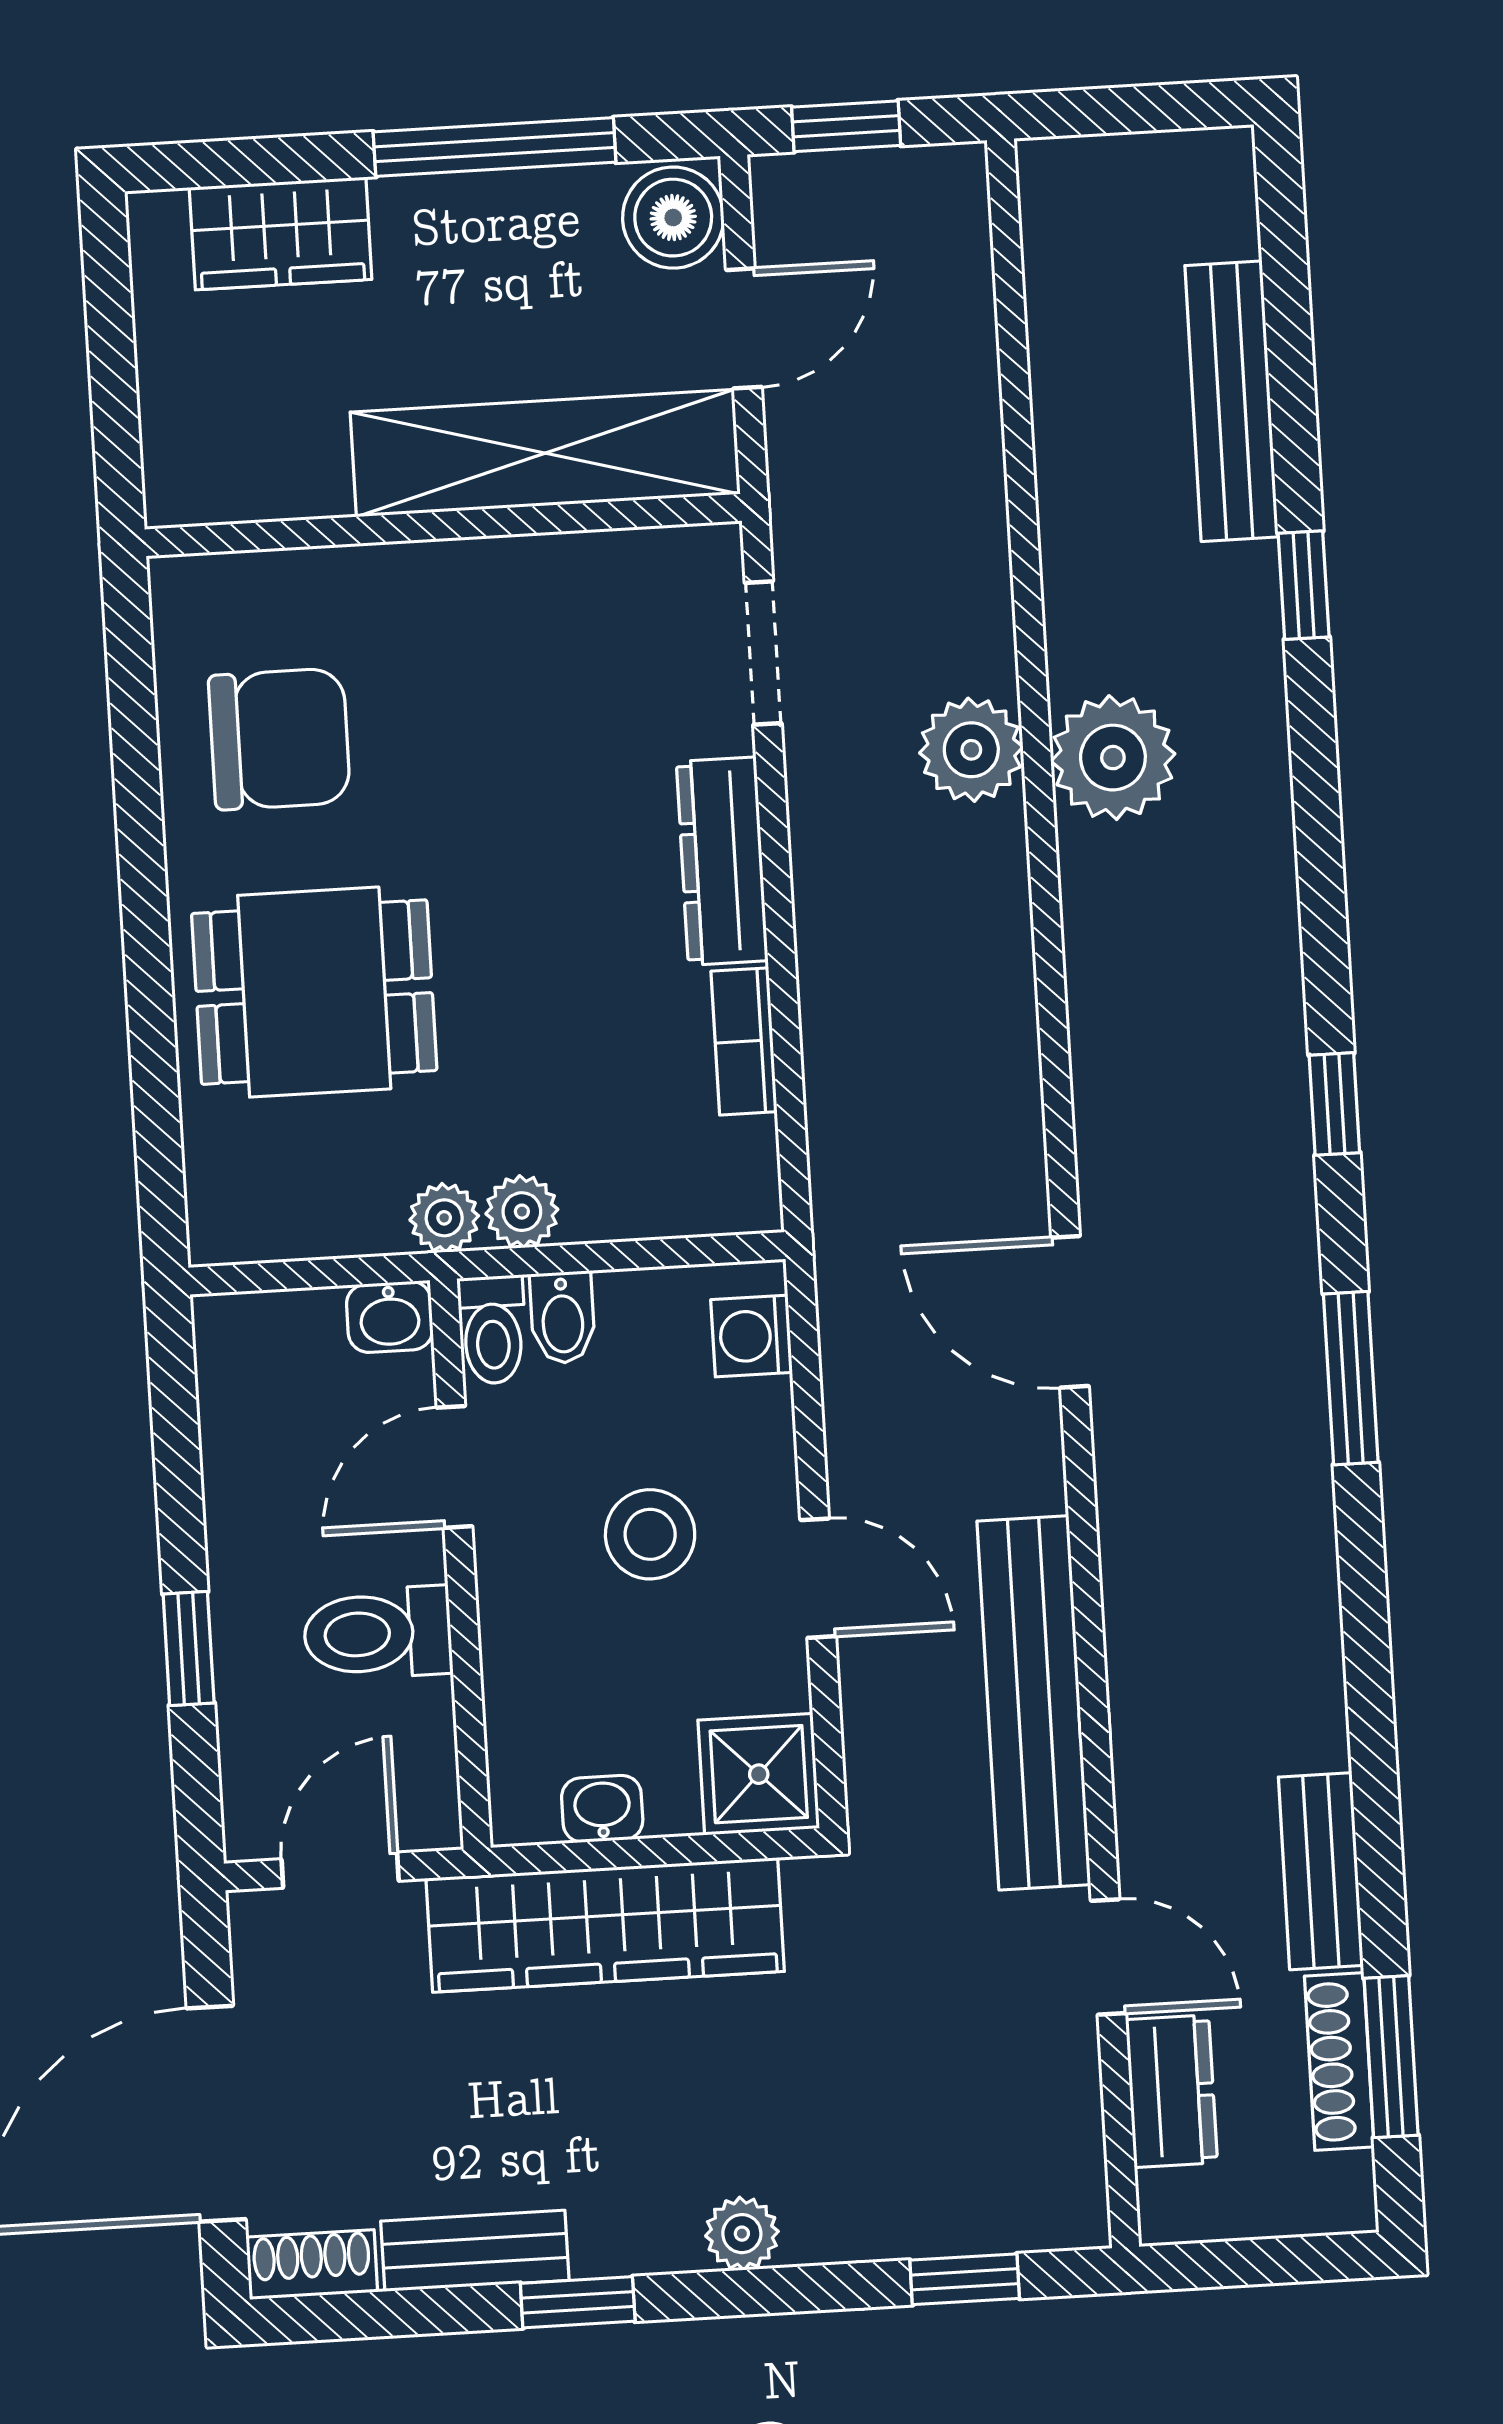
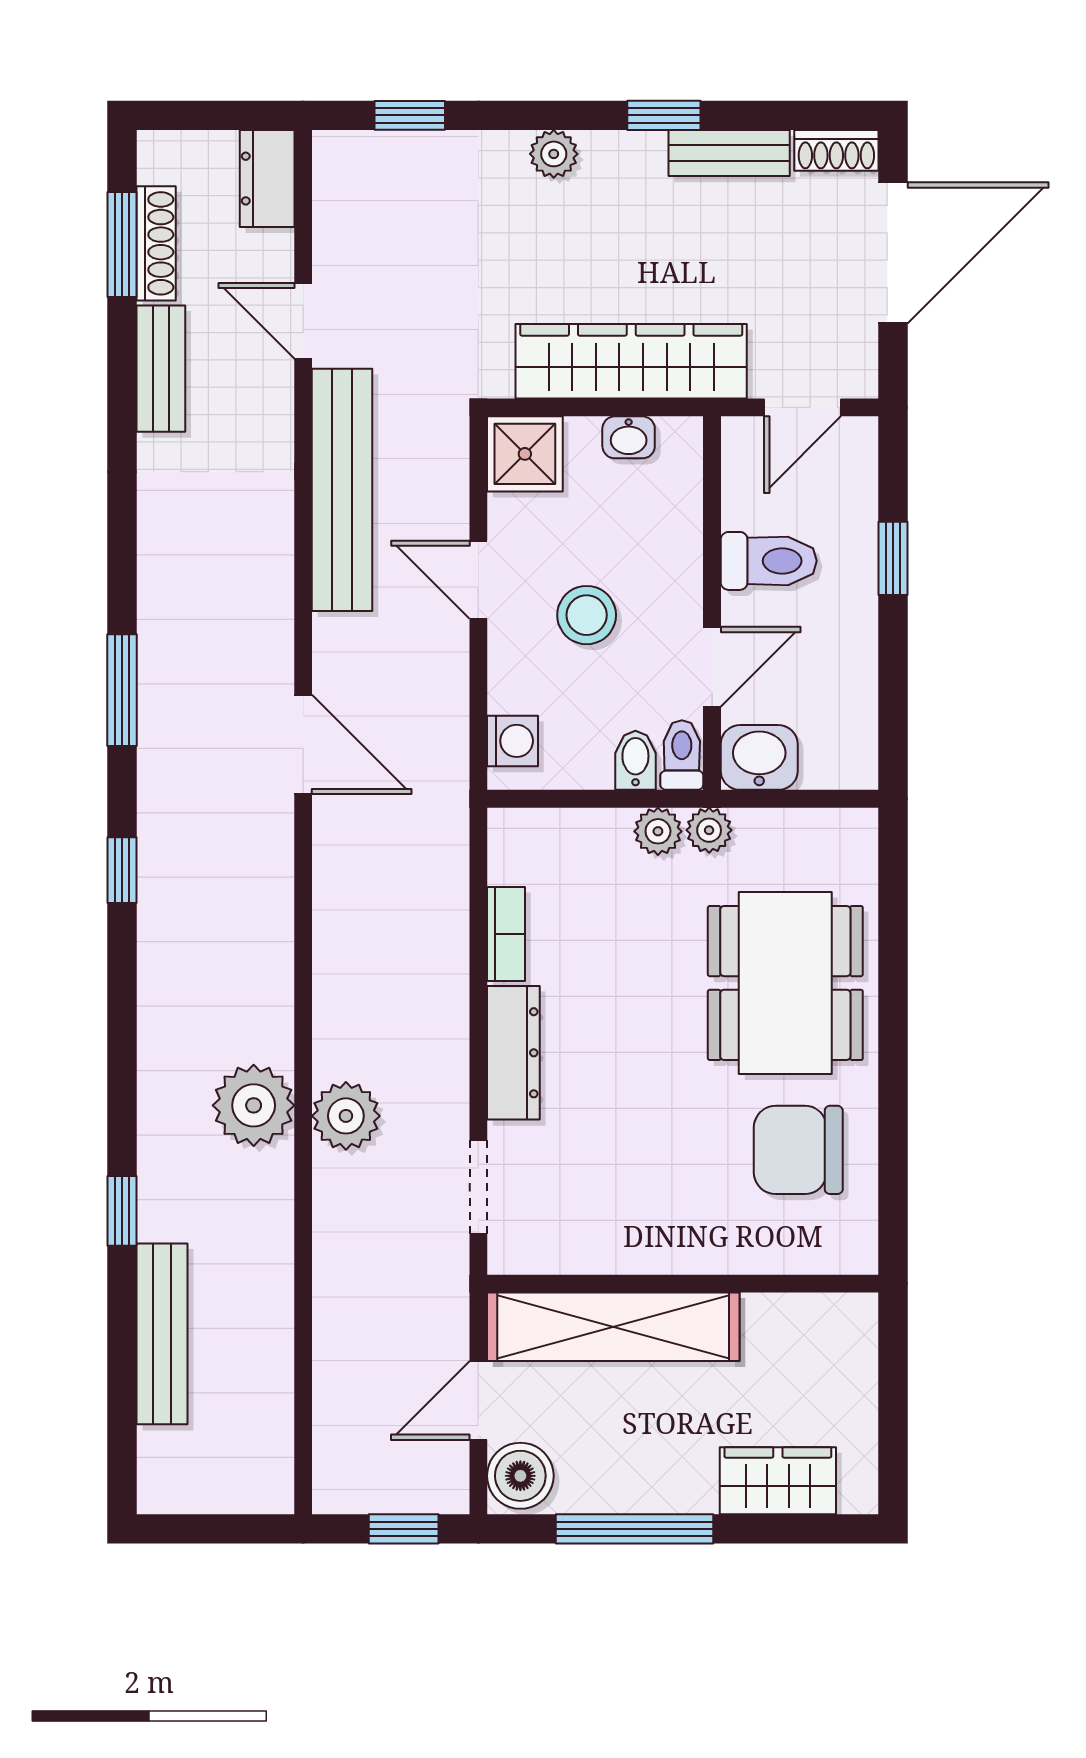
dining table: (314, 992) -> (785, 983), width x1.38
washbasin: (390, 1317) -> (759, 757), width x1.38, depth x1.45
dresser: (1172, 2091) -> (267, 179), moved

